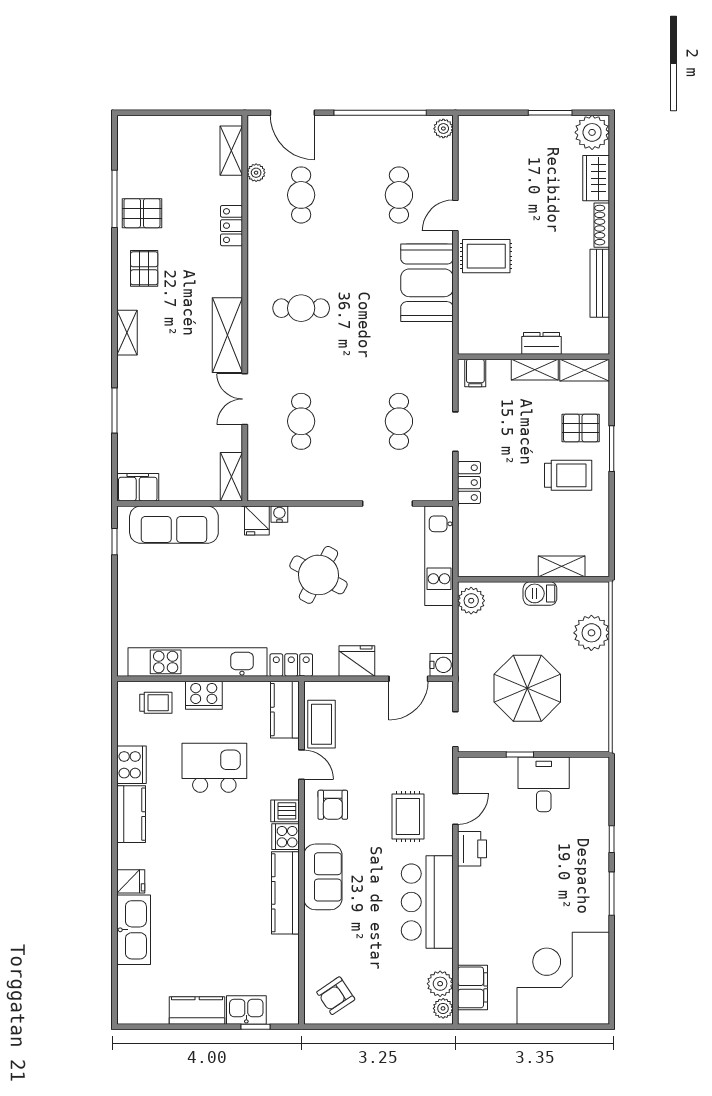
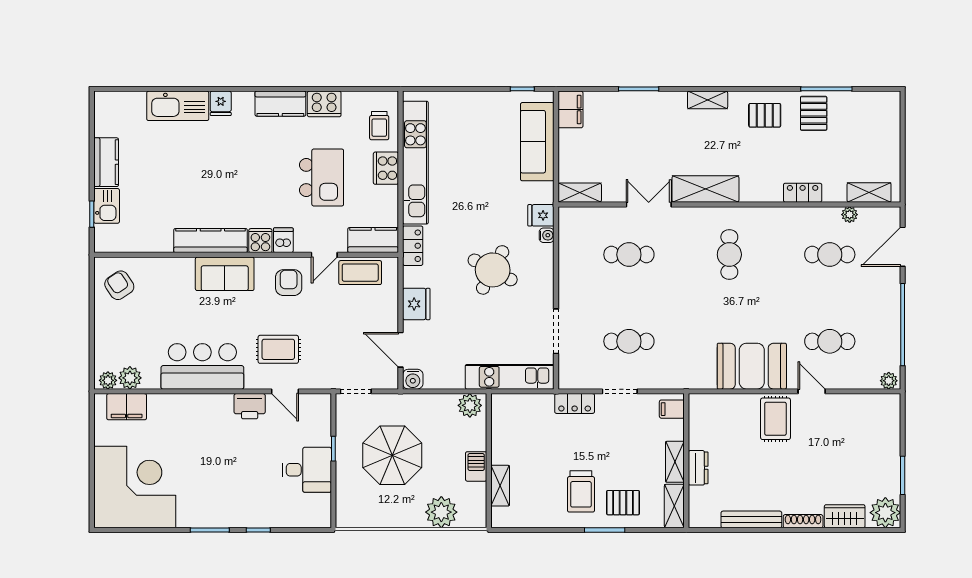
pallet: (581, 428) -> (623, 503), turned 90
armchair: (333, 805) -> (289, 283), turned 90

